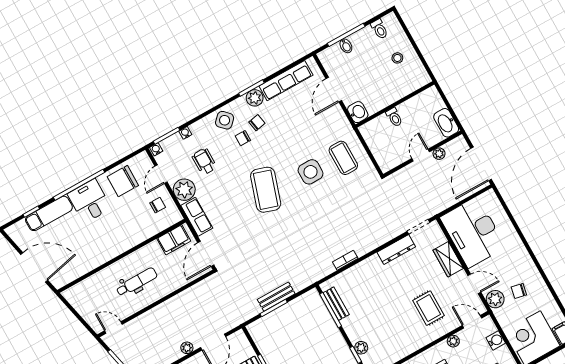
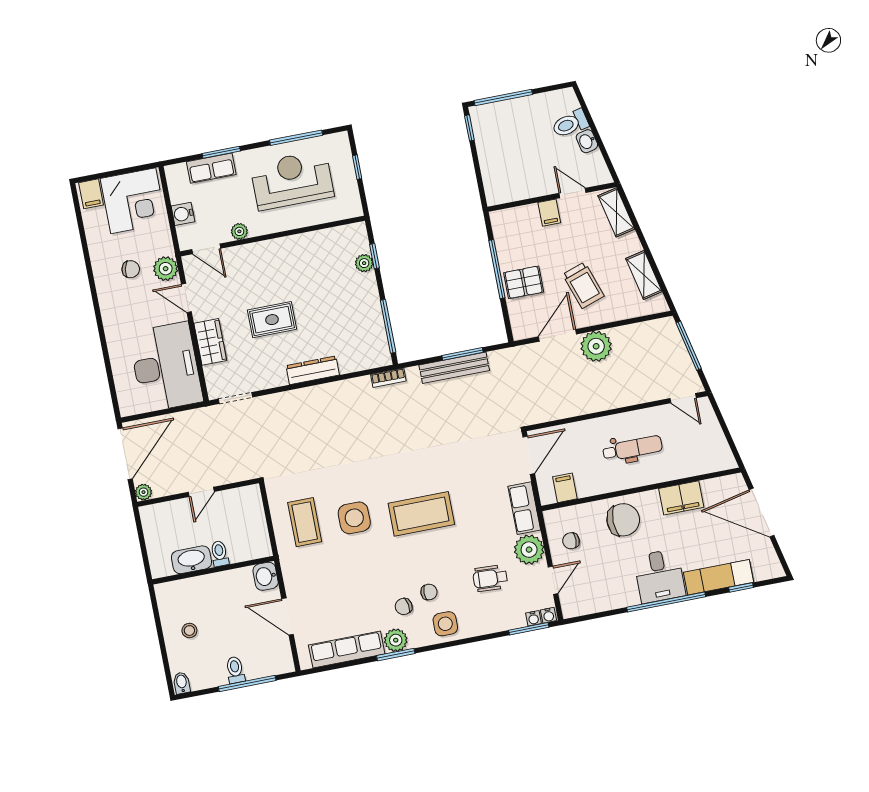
toilet: (379, 29) -> (235, 670), moved
bidet: (346, 46) -> (182, 683), moved
door: (334, 90) -> (288, 617), swing flipped
side table: (225, 120) -> (445, 624), turned 45
washbasin: (446, 123) -> (191, 560), moved, turned -90
water cooler: (185, 133) -> (533, 618), moved
plant: (439, 154) -> (144, 492), moved
wheelchair: (204, 161) -> (490, 578), turned 93
chair: (123, 181) -> (623, 520), moved
coffee table: (266, 190) -> (421, 514), turned 72
filing cabinet: (174, 240) -> (565, 488), width x0.50
dresser: (396, 250) -> (313, 370), moved
filing cabinet: (92, 259) -> (681, 498), added
bookcase: (345, 260) -> (388, 378), moved
dental chair: (137, 282) -> (632, 448), turned 180
bench: (276, 297) -> (454, 368), width x1.36
bench: (336, 304) -> (378, 332), removed
rug: (429, 308) -> (272, 320), moved, turned 90
plant: (187, 348) -> (596, 346), width x1.88, depth x1.88

